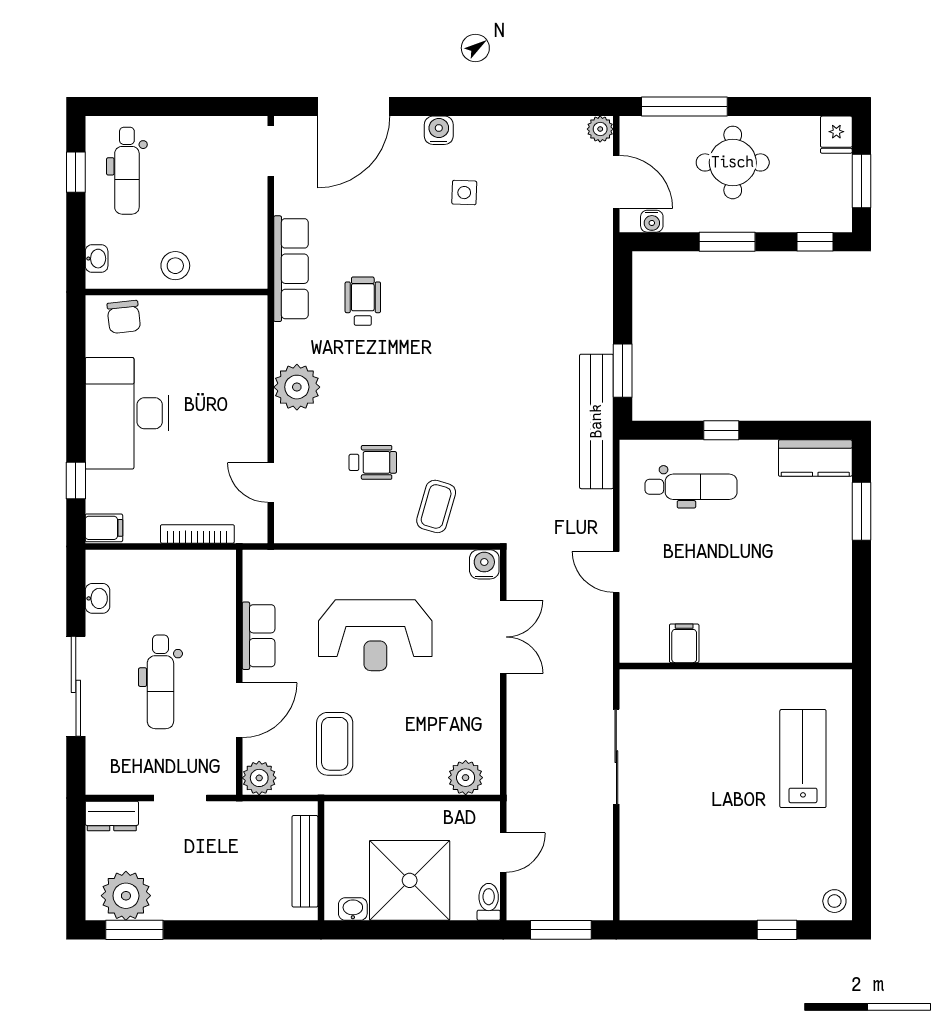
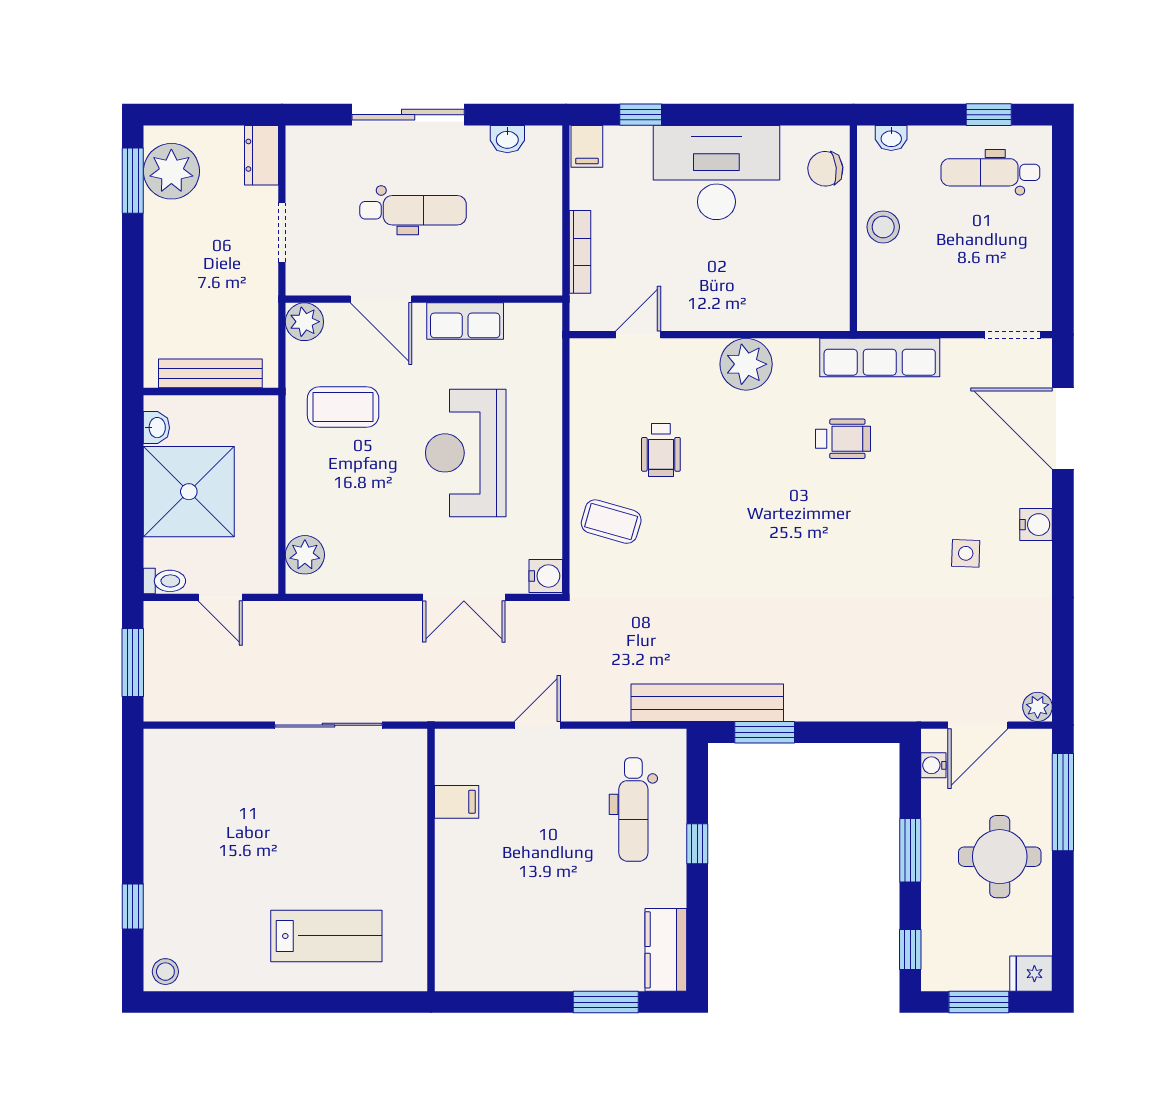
dental chair: (160, 682) -> (413, 210), turned 180

